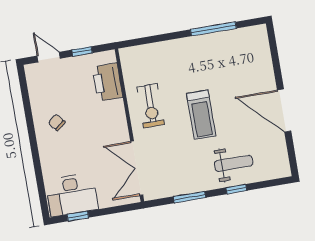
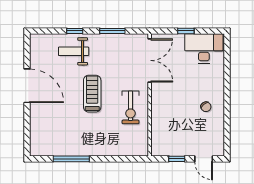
printer: (107, 82) -> (161, 132), removed
exercise bike: (151, 106) -> (131, 107), turned 180
window: (78, 216) -> (186, 31), moved

